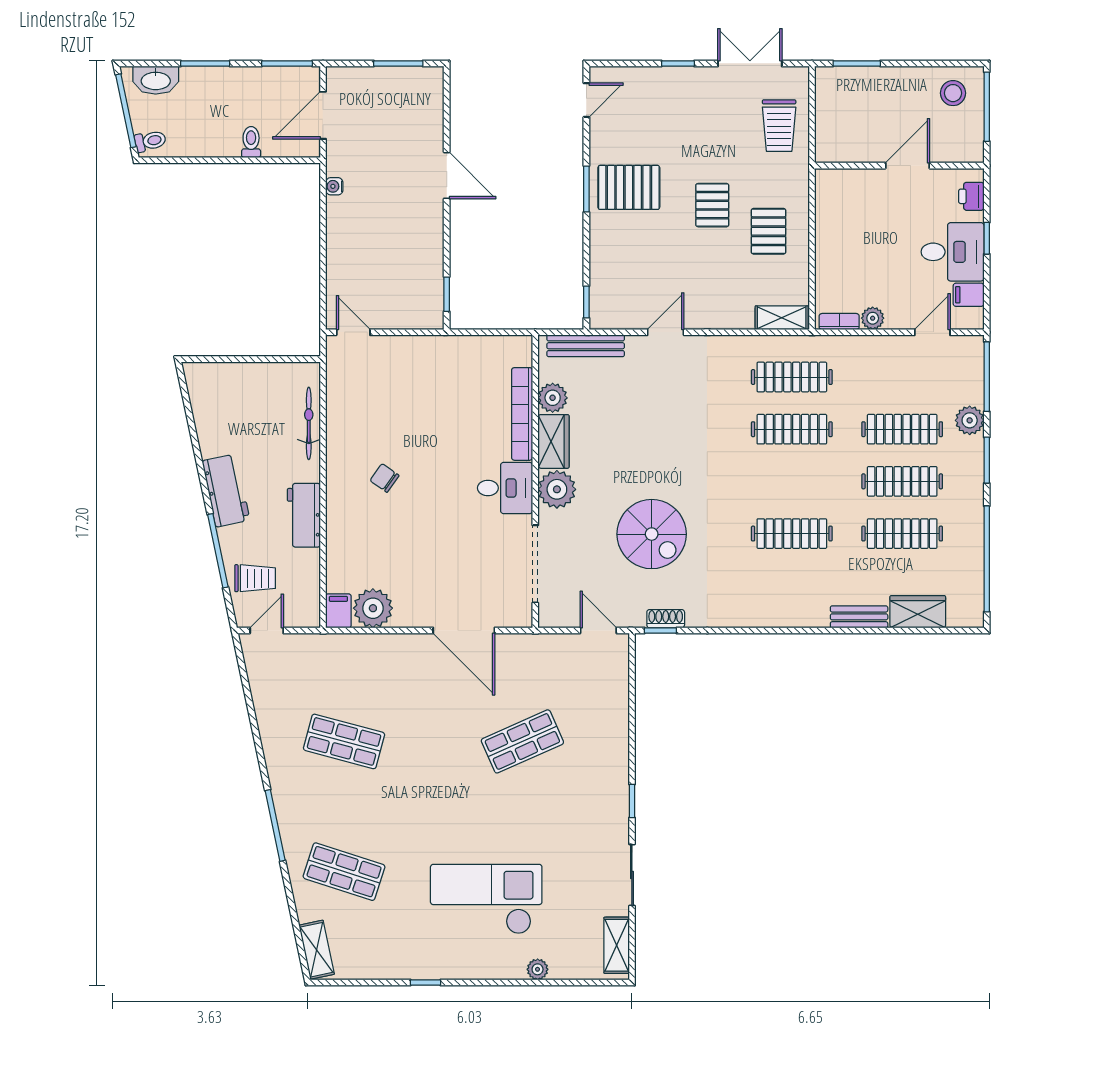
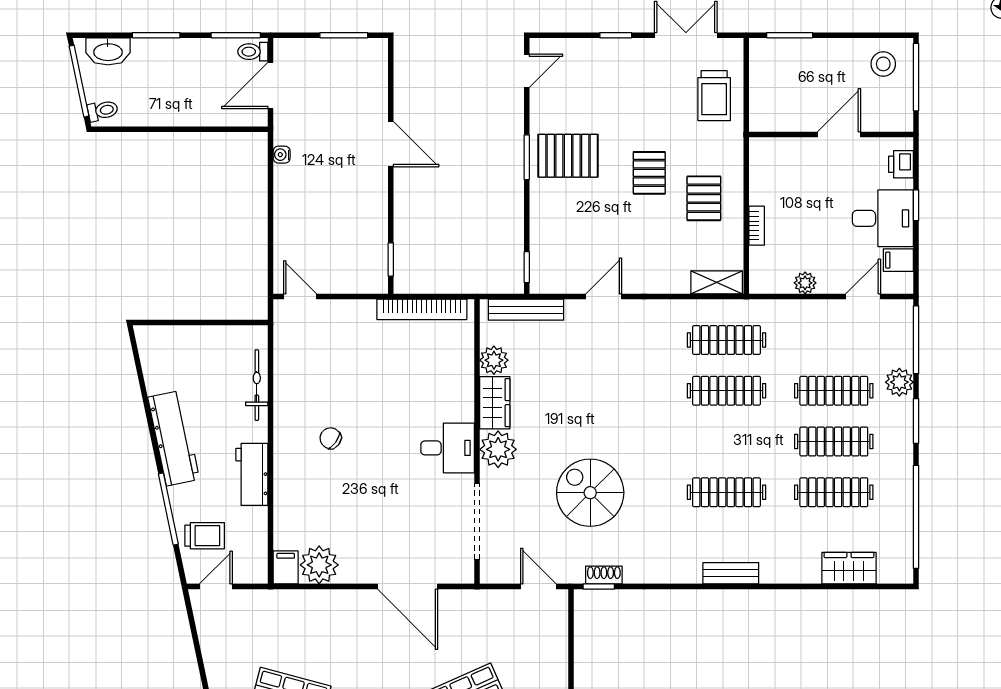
toilet: (251, 142) -> (253, 52), moved, turned -90
bookcase: (839, 322) -> (757, 226), moved, turned 90
bookcase: (522, 414) -> (422, 309), moved, turned -90
workbench: (226, 490) -> (174, 438), width x1.38
spiral stairs: (652, 534) -> (590, 493), turned 180
bench: (859, 617) -> (731, 573), moved

